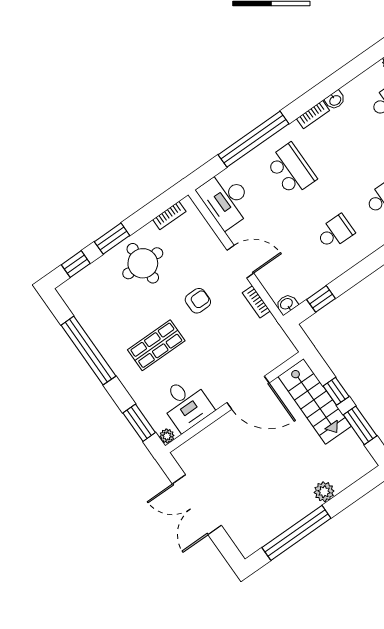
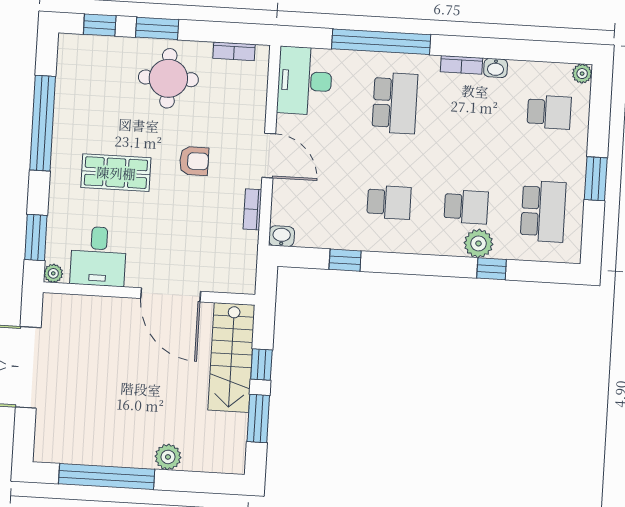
window: (321, 299) -> (345, 260), moved

